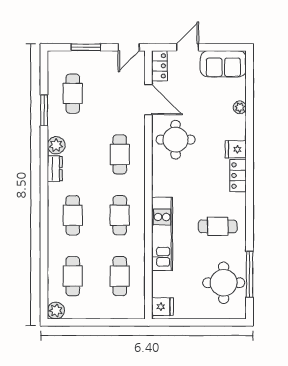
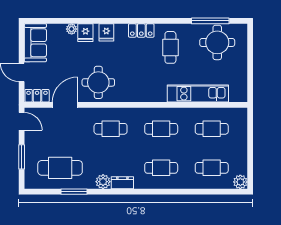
cafe table: (73, 94) -> (60, 168), width x1.37, depth x1.35
locker: (238, 176) -> (141, 30), moved
kitchen unit: (162, 234) -> (198, 94), moved
fridge: (163, 307) -> (85, 33), moved, turned 180

